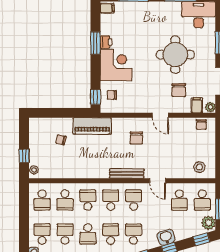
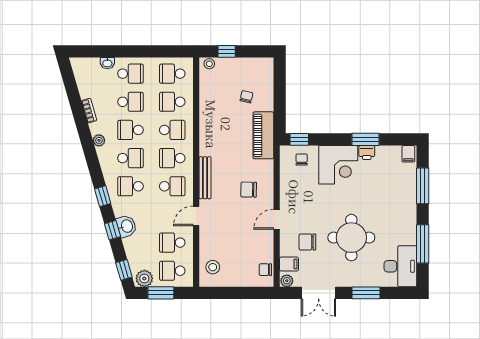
school desk: (111, 200) -> (172, 158), turned 180
school desk: (134, 234) -> (130, 186), turned 180

